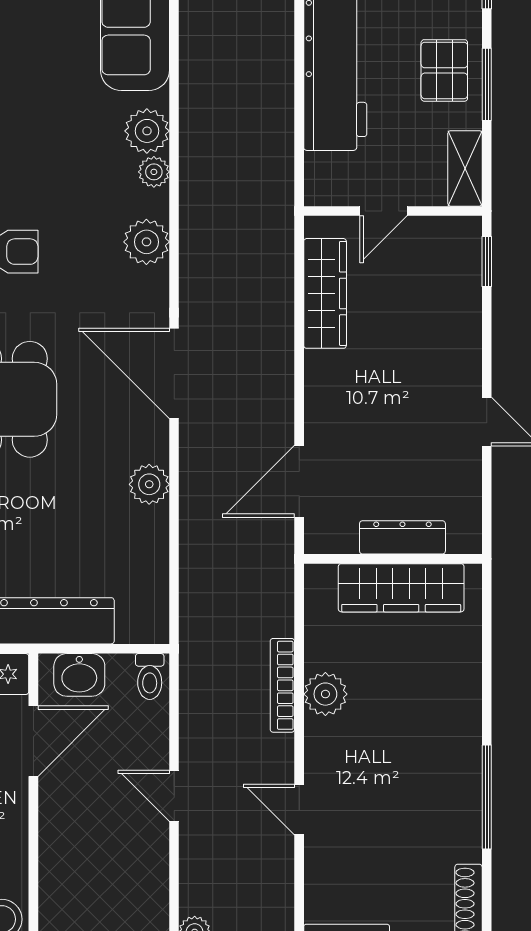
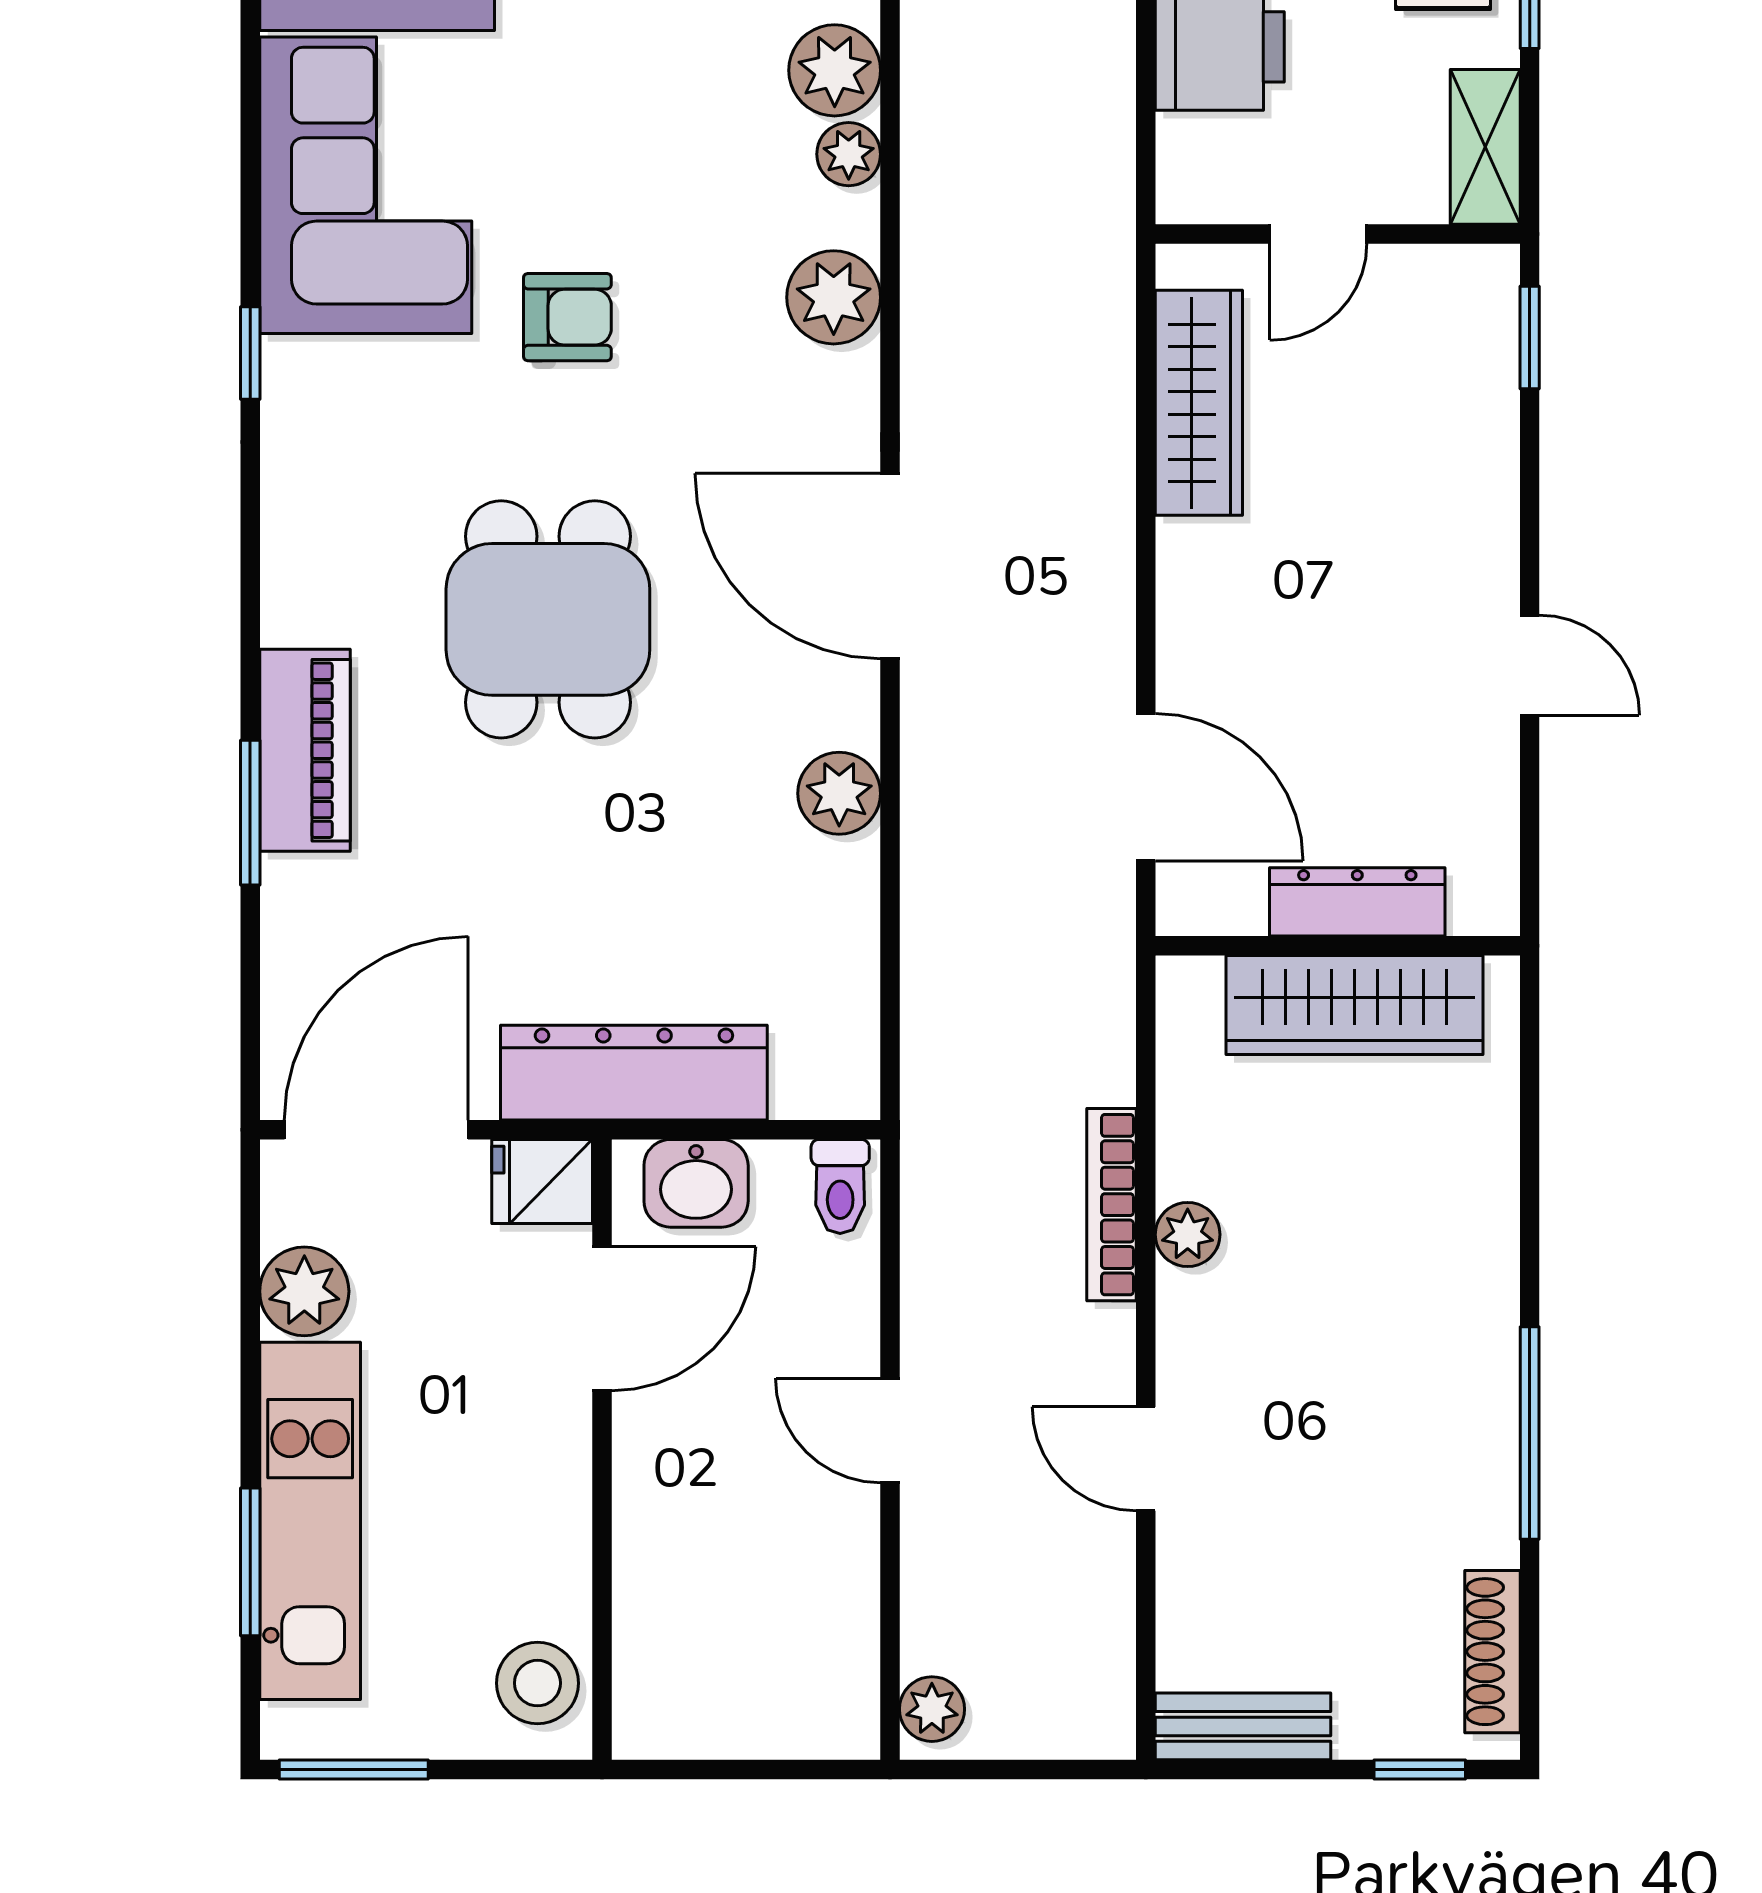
door: (299, 481) -> (1146, 787), swing flipped
plant: (325, 694) -> (1188, 1235), width x0.73, depth x0.73

